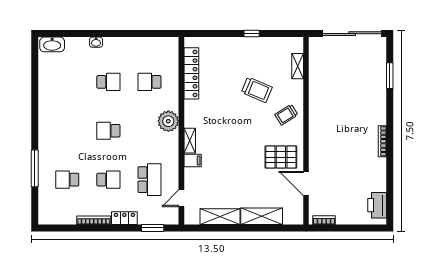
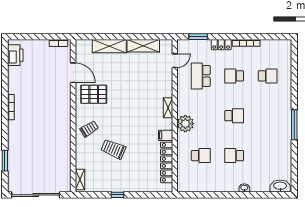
shelving: (298, 66) -> (80, 180), moved
filing cabinet: (193, 160) -> (166, 135), moved
window: (35, 168) -> (294, 125), moved

